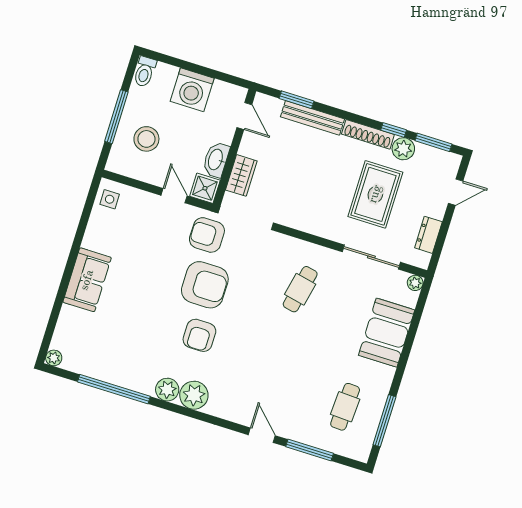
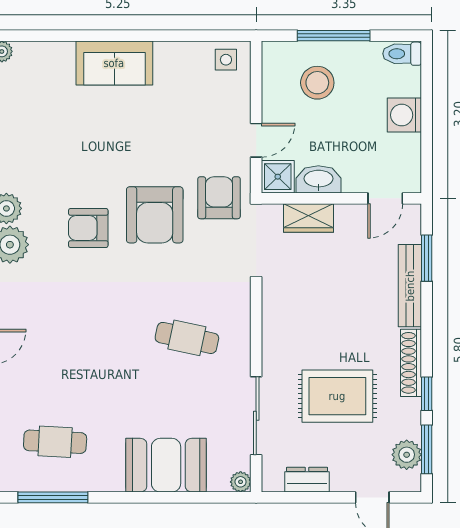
washing machine: (192, 90) -> (404, 115), width x0.73, depth x0.73
plant: (403, 149) -> (407, 455), moved

